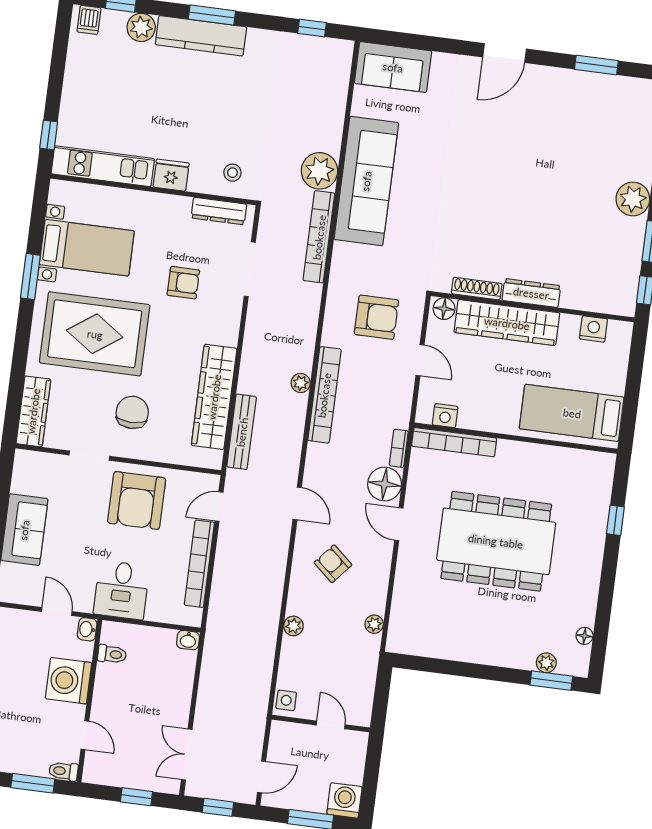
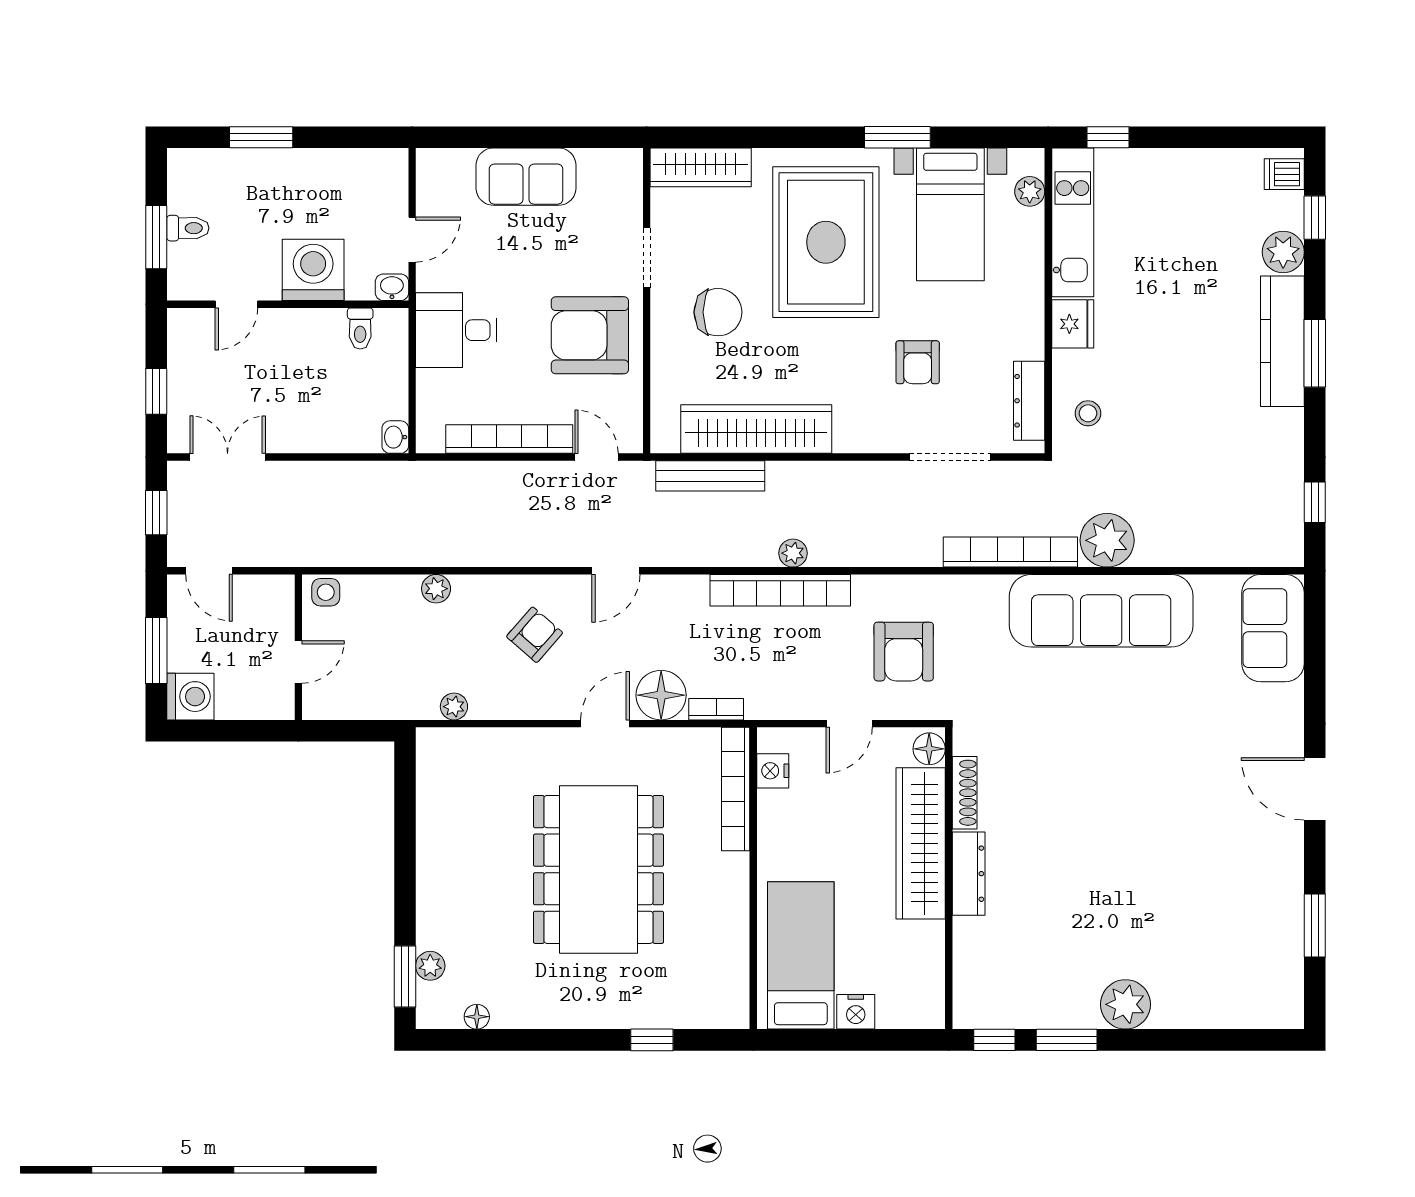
plant: (78, 192) -> (1030, 191), added
nightstand: (593, 329) -> (856, 1012), moved, turned 90
toilet: (63, 771) -> (188, 228), moved, turned 90

